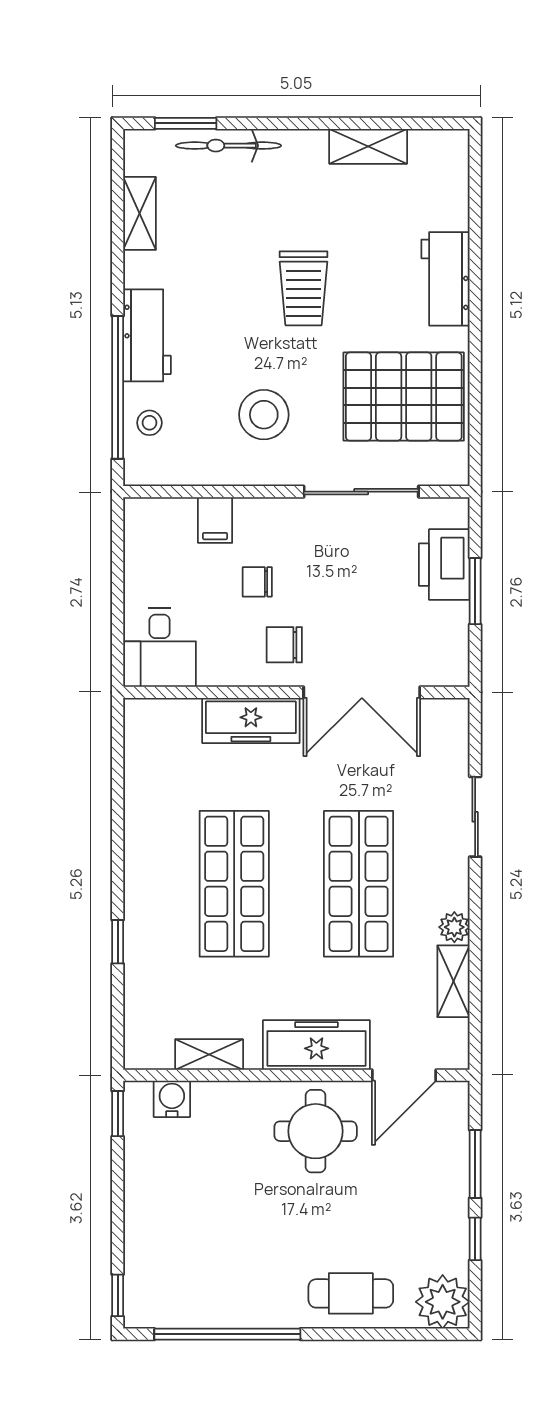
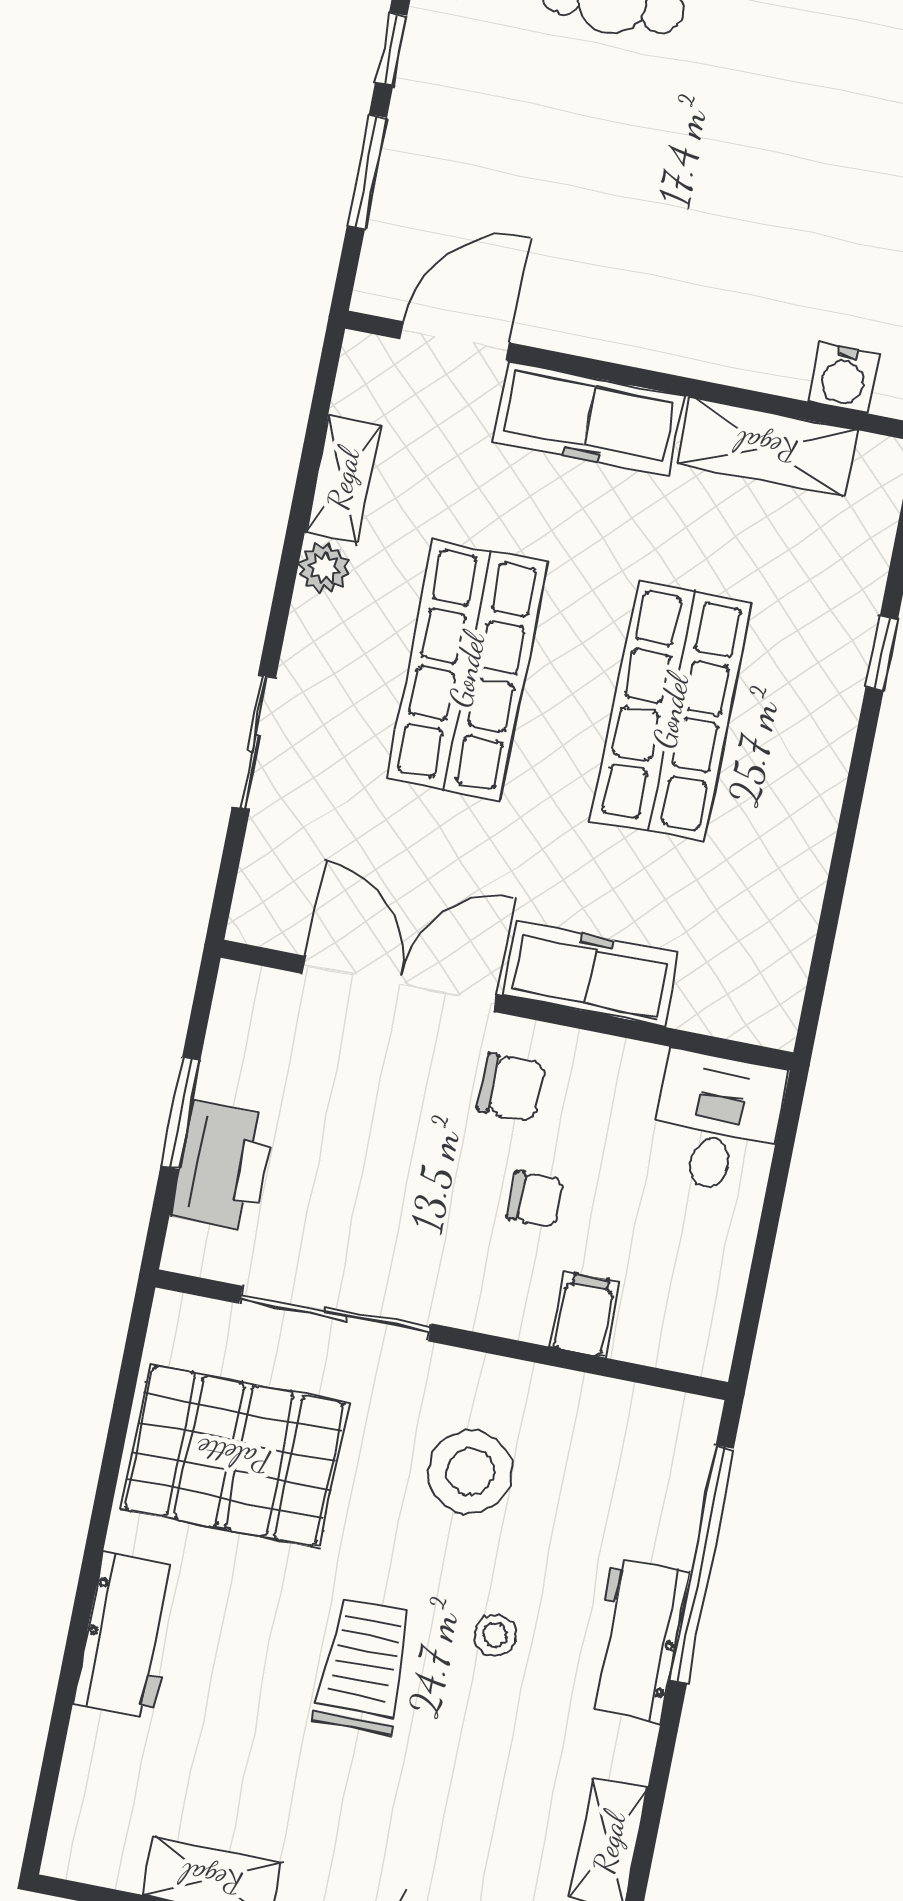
stool: (149, 423) -> (495, 1635), moved
shelving: (209, 1055) -> (767, 447), width x1.50, depth x1.33
round table: (316, 1131) -> (618, 278), removed

